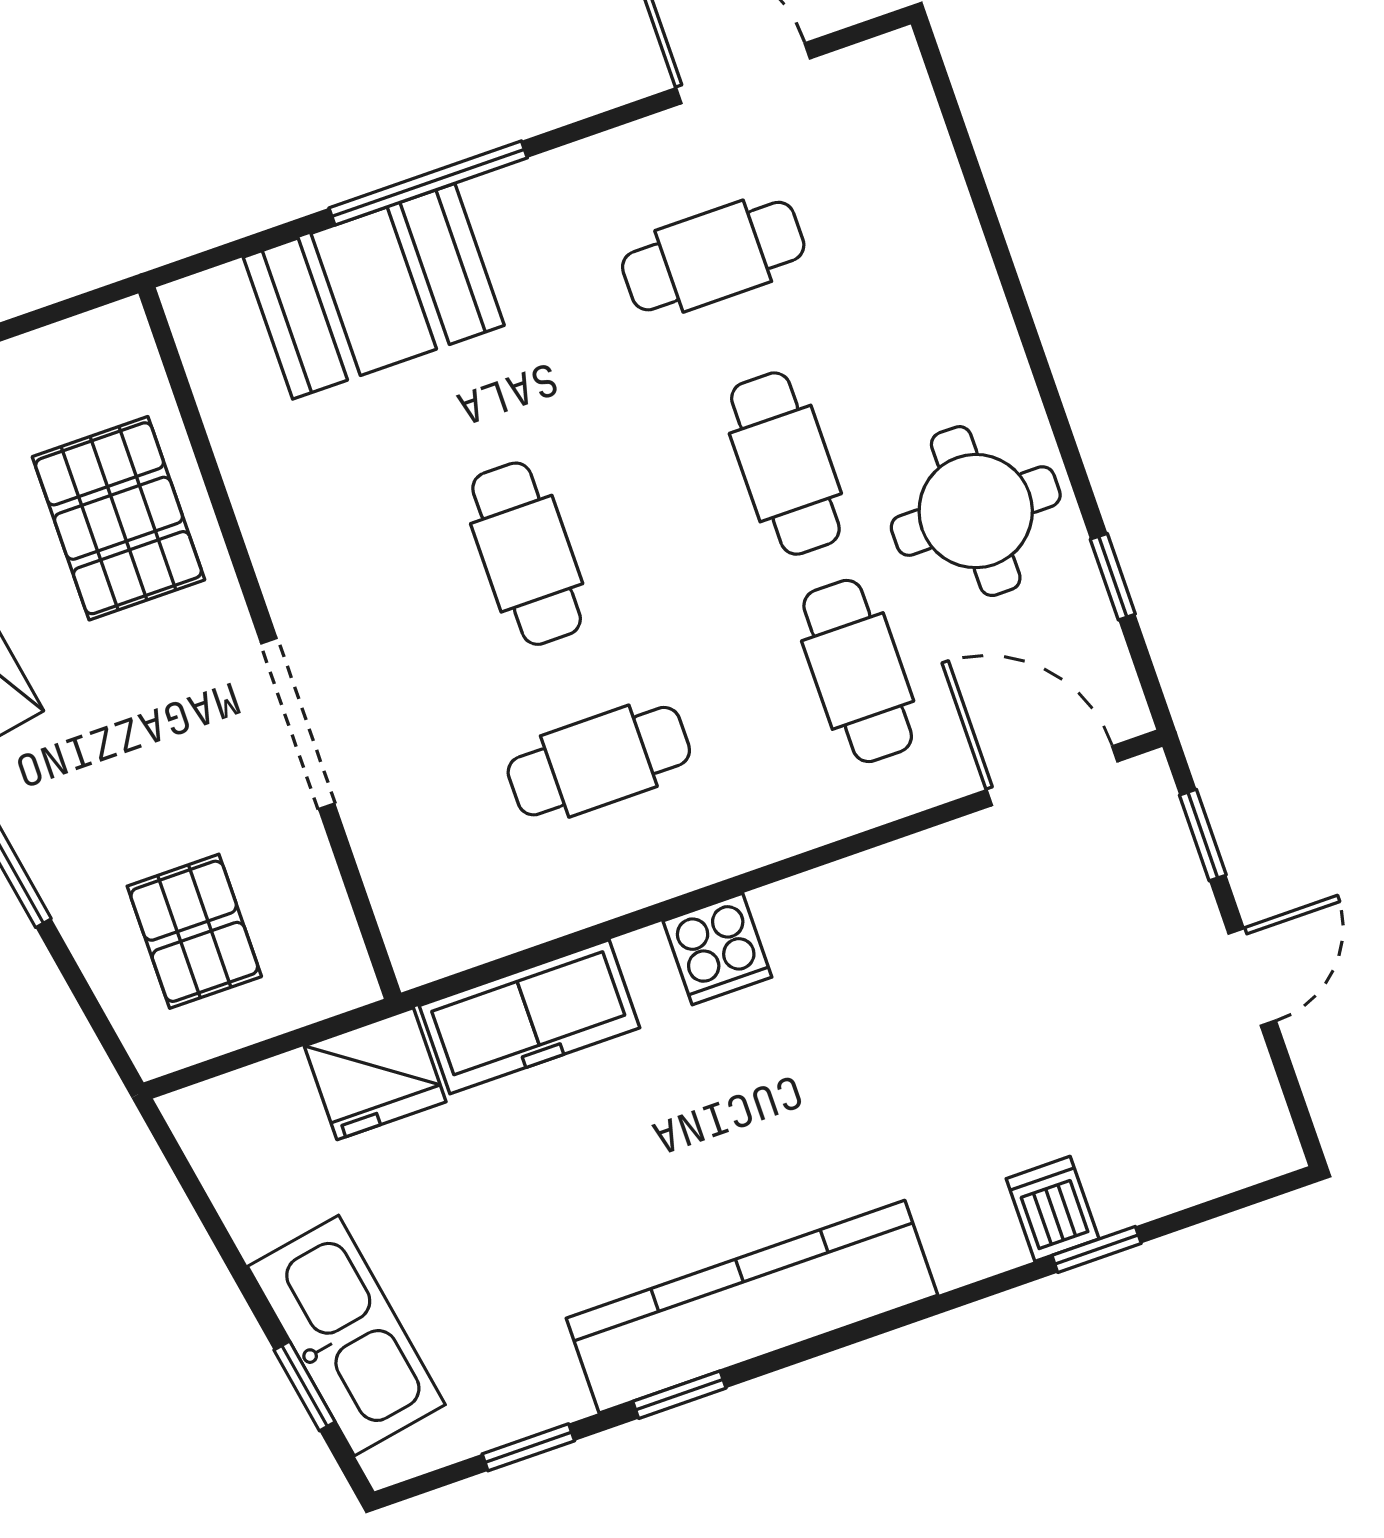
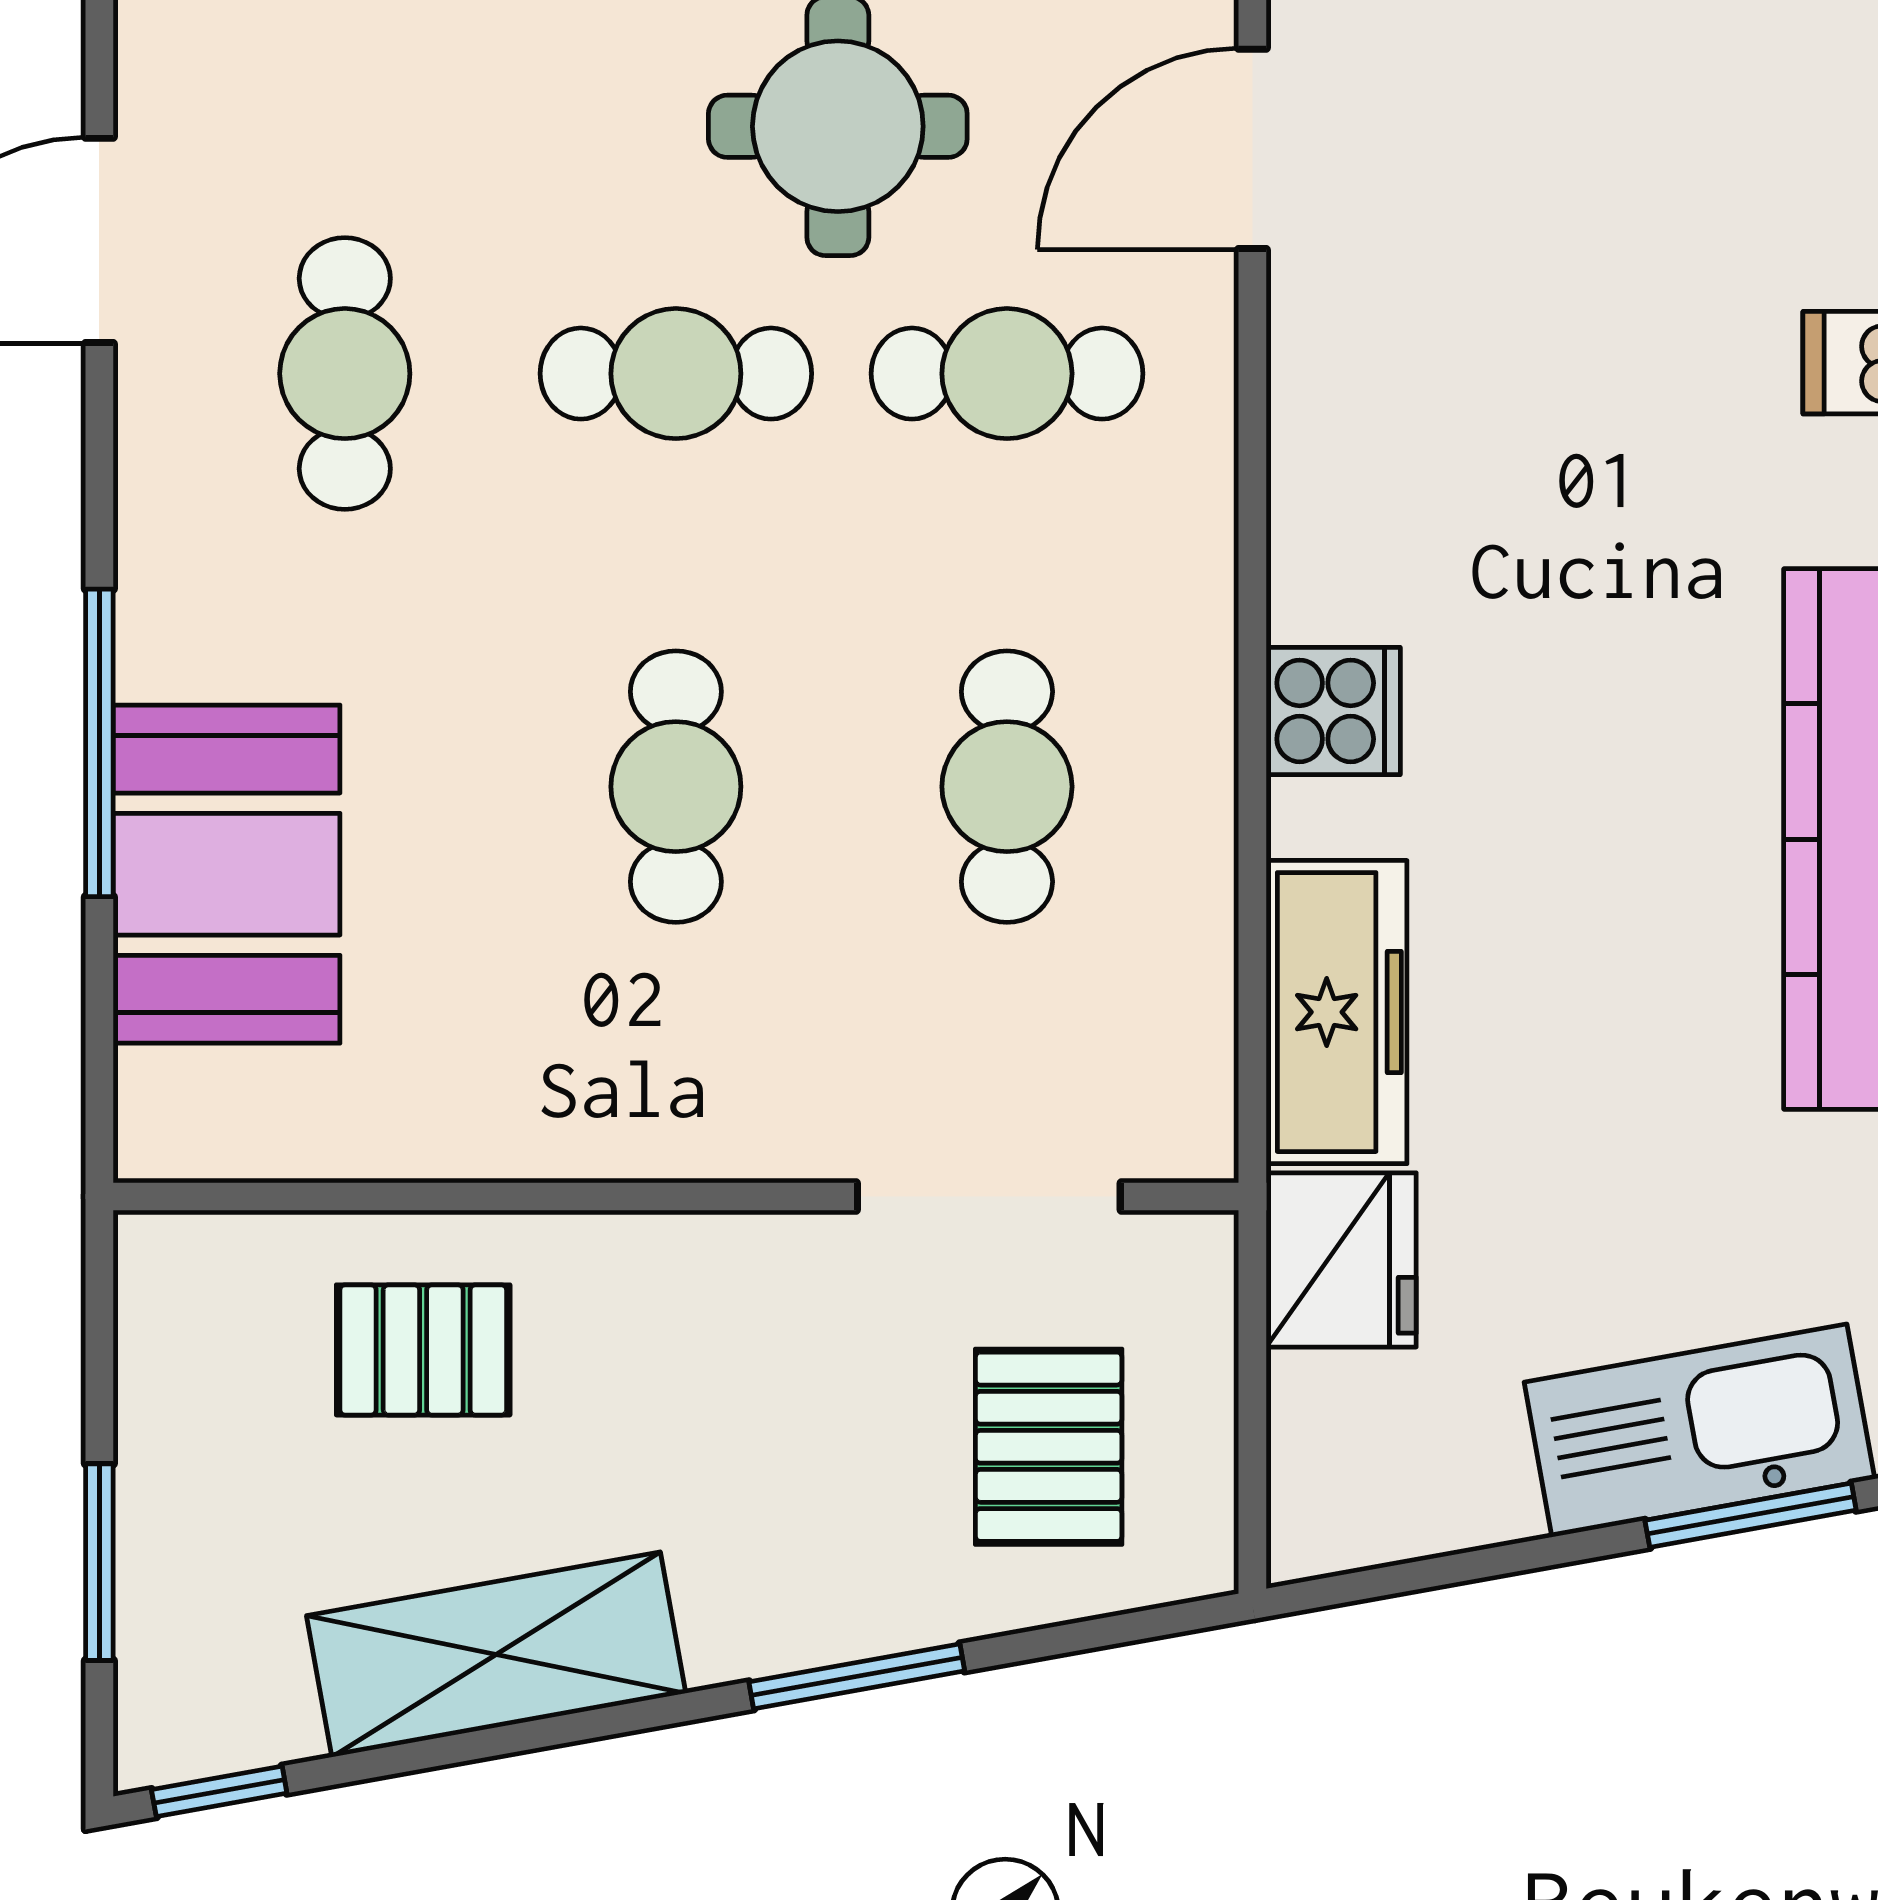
pallet: (118, 518) -> (423, 1350), width x0.67, depth x0.71
cafe table: (527, 554) -> (676, 787), turned 90
doorway: (298, 724) -> (989, 1197), moved
pallet: (194, 931) -> (1049, 1447), turned 90
window: (305, 1386) -> (1751, 1515), width x1.50

